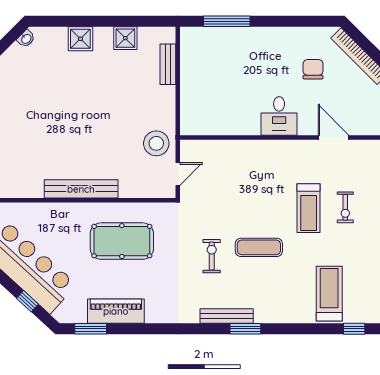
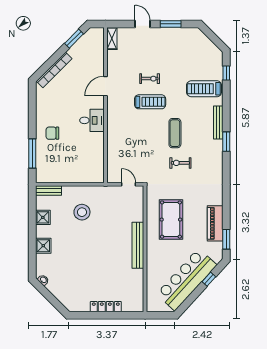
bench: (168, 64) -> (48, 191), moved
chair: (313, 69) -> (52, 133), moved
stool: (156, 143) -> (82, 212), moved
bench: (227, 316) -> (218, 123), moved

